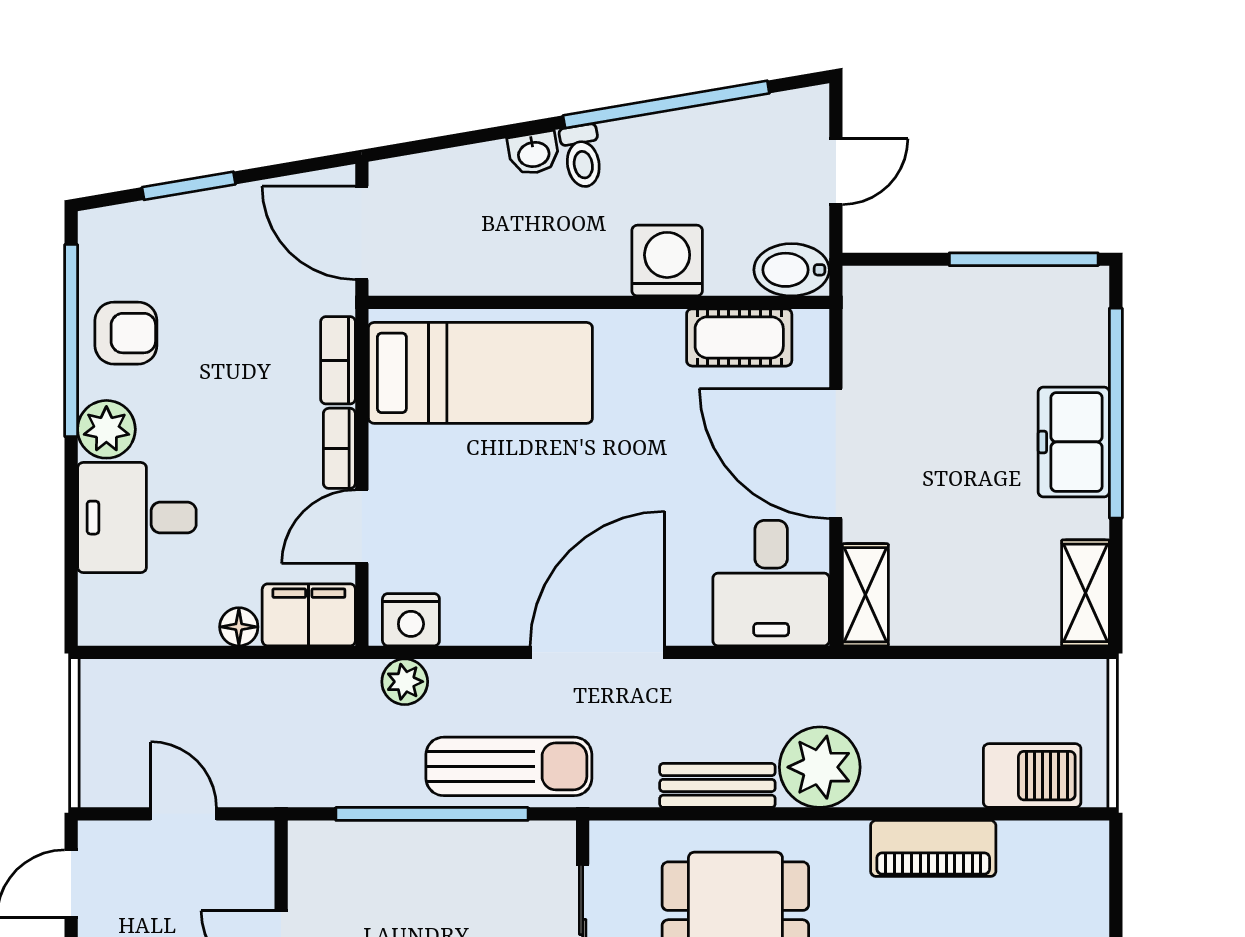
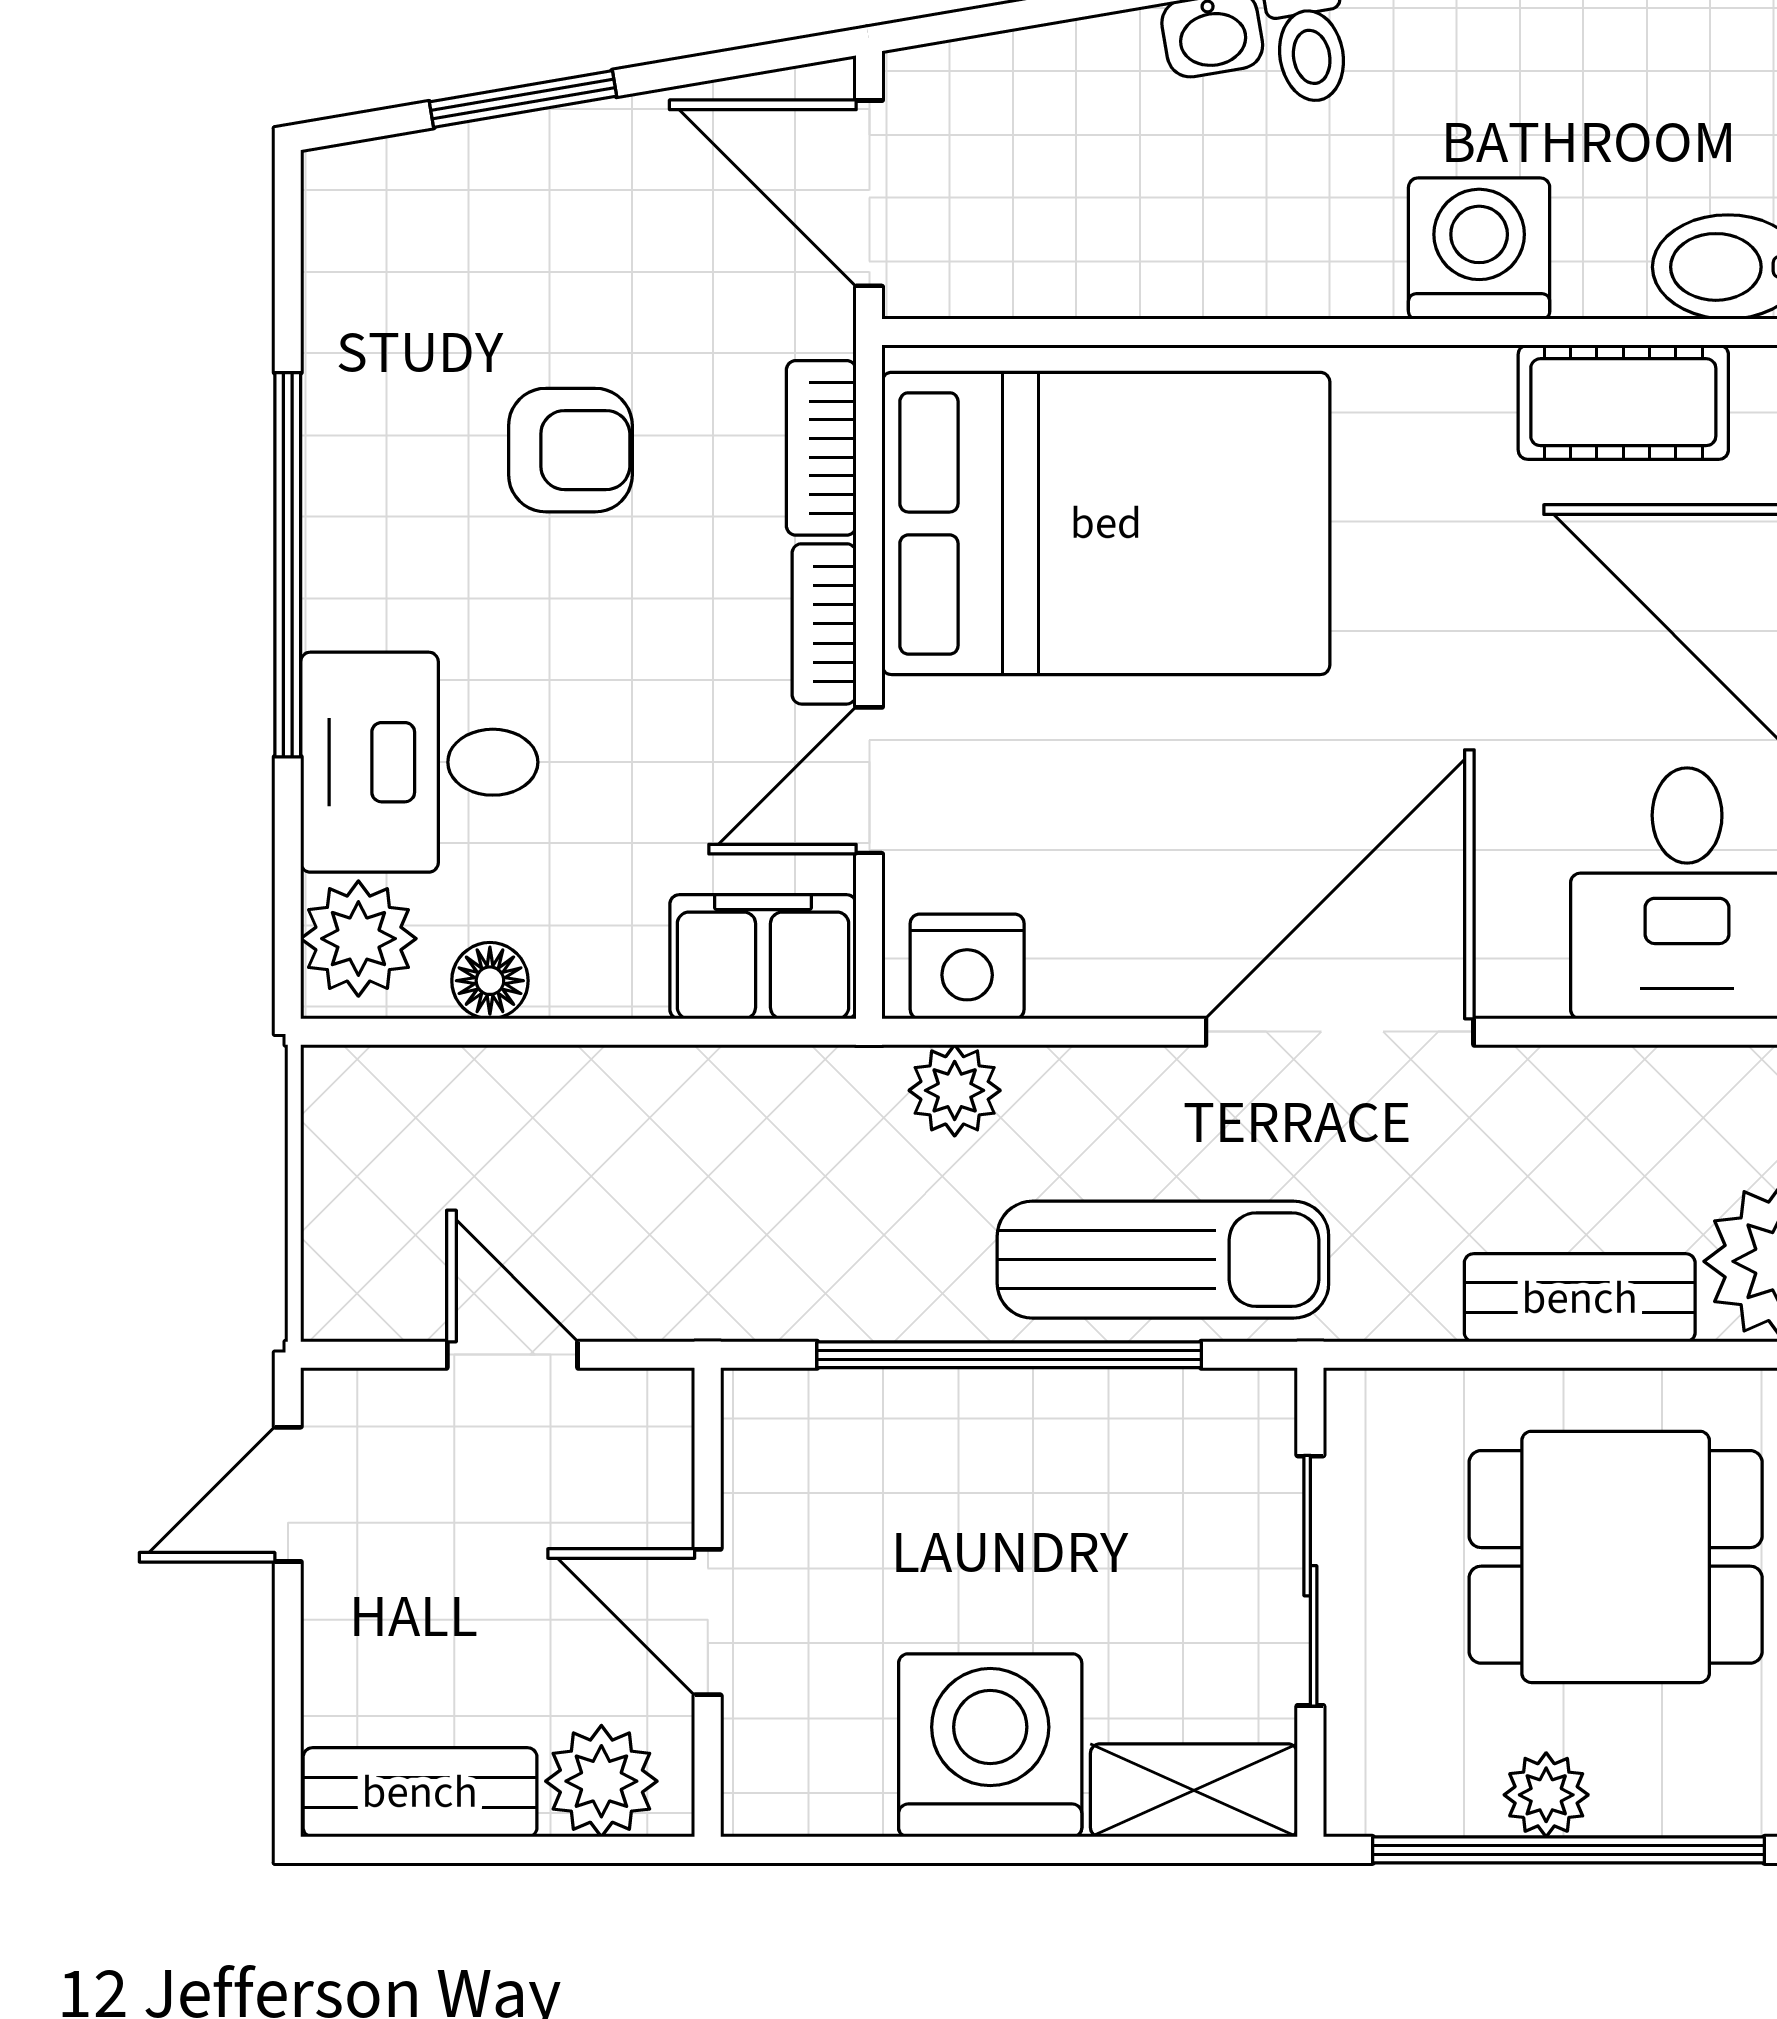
armchair: (126, 333) -> (570, 450), moved
window: (71, 341) -> (288, 565), moved
bed: (480, 373) -> (1106, 523), width x1.50
plant: (106, 429) -> (358, 939), moved
floor lamp: (239, 627) -> (490, 981), moved

